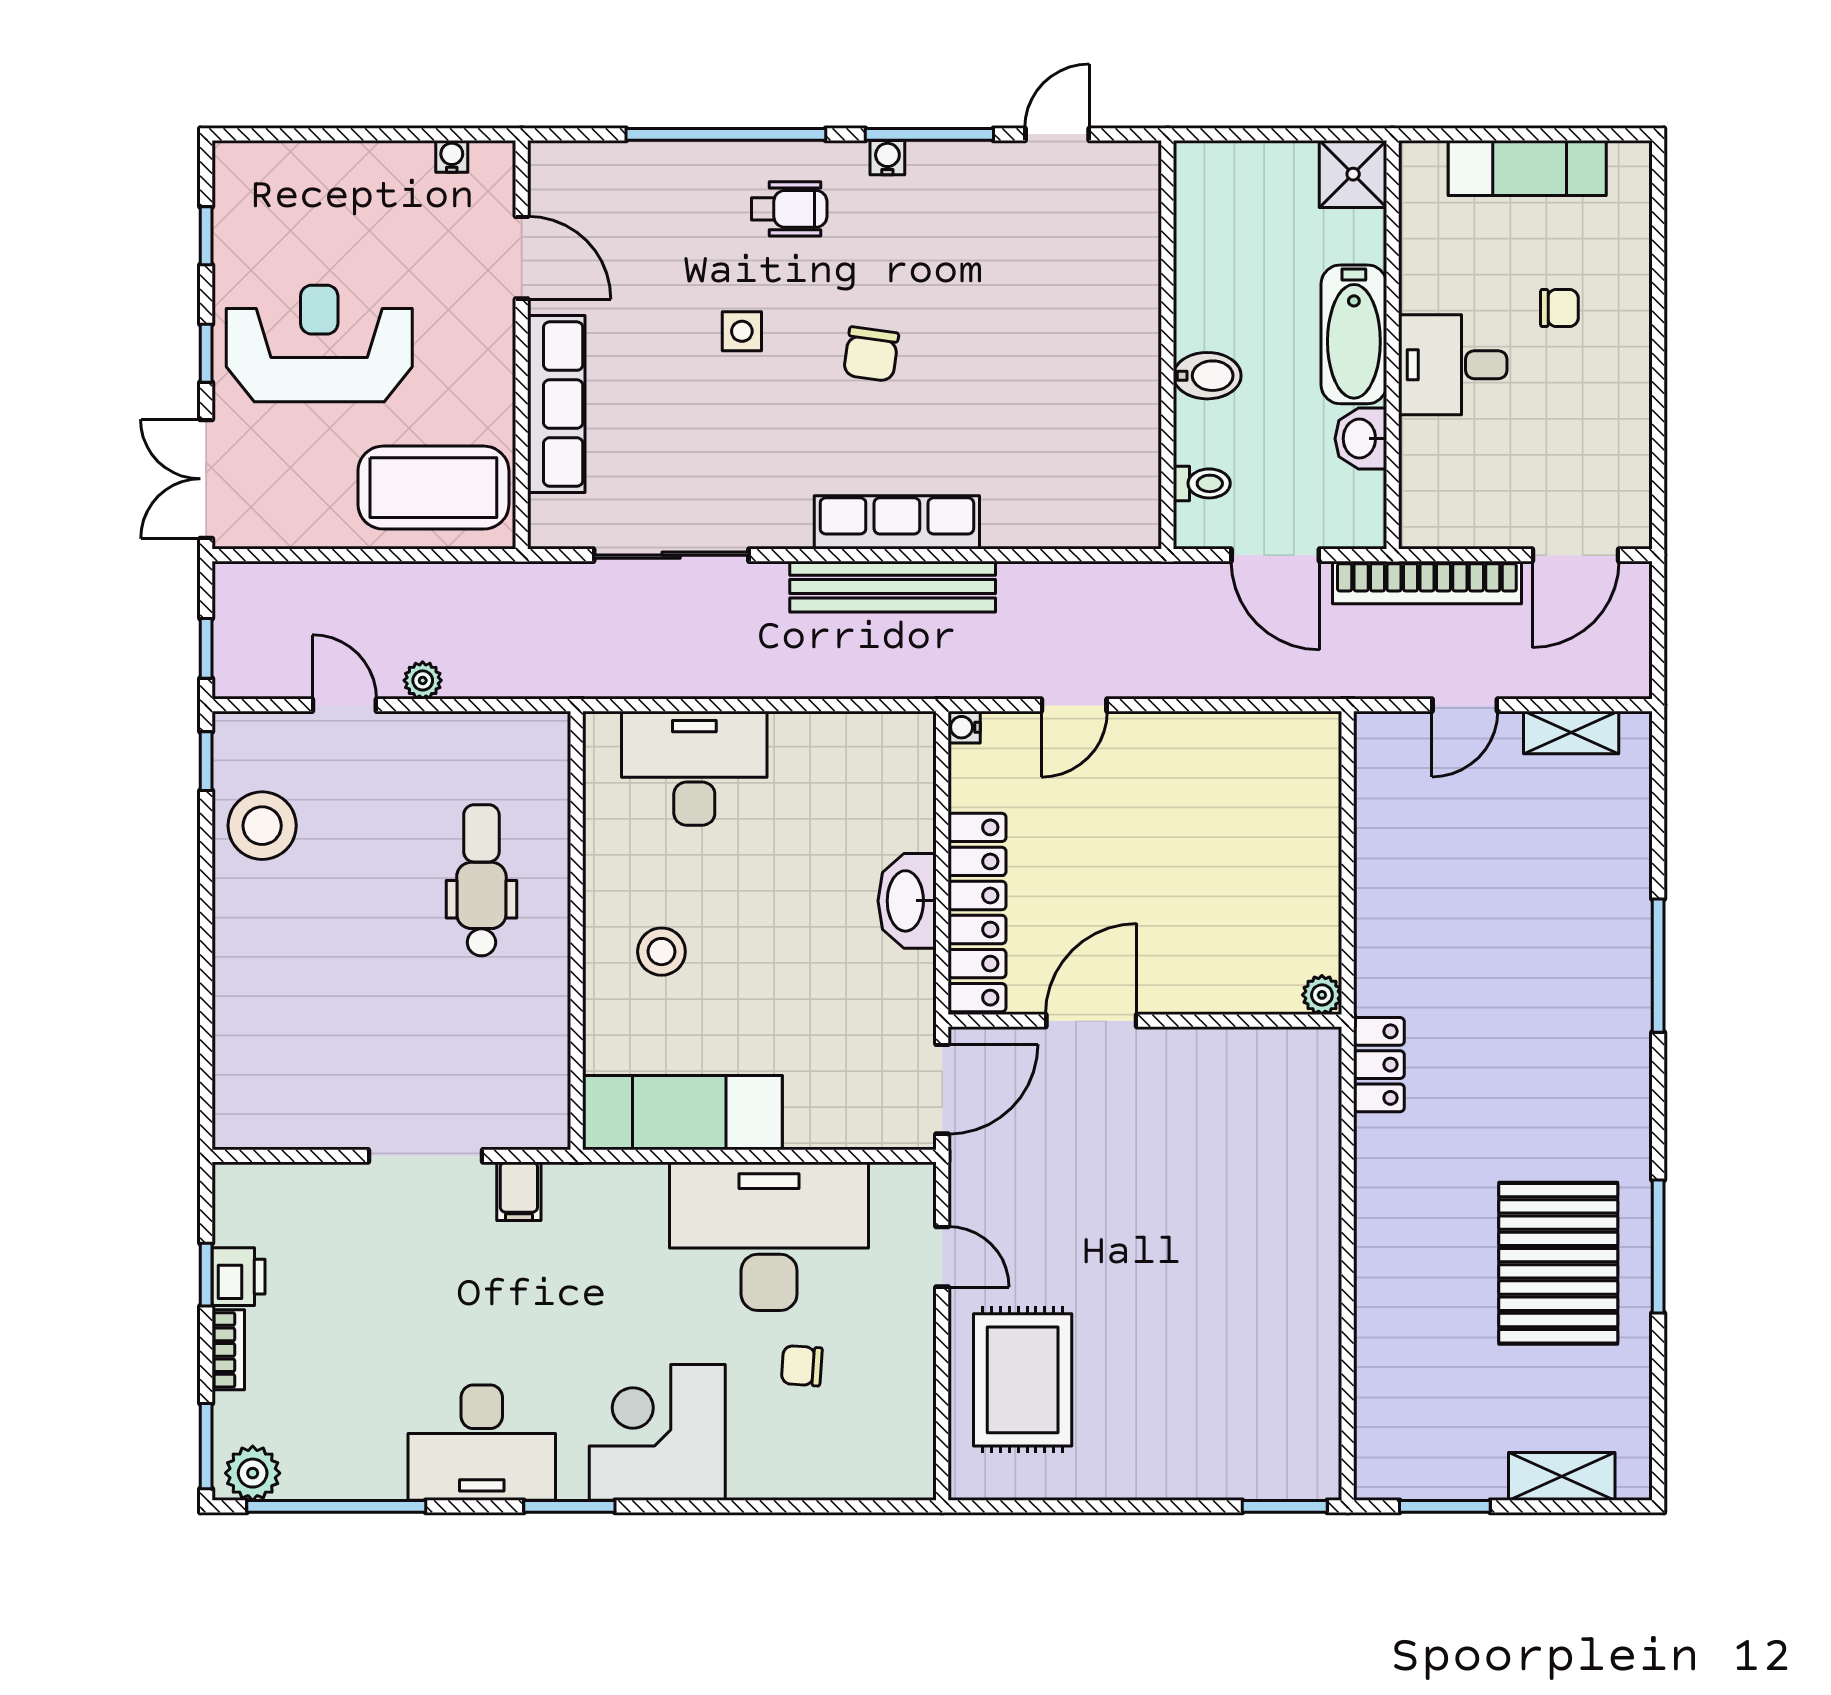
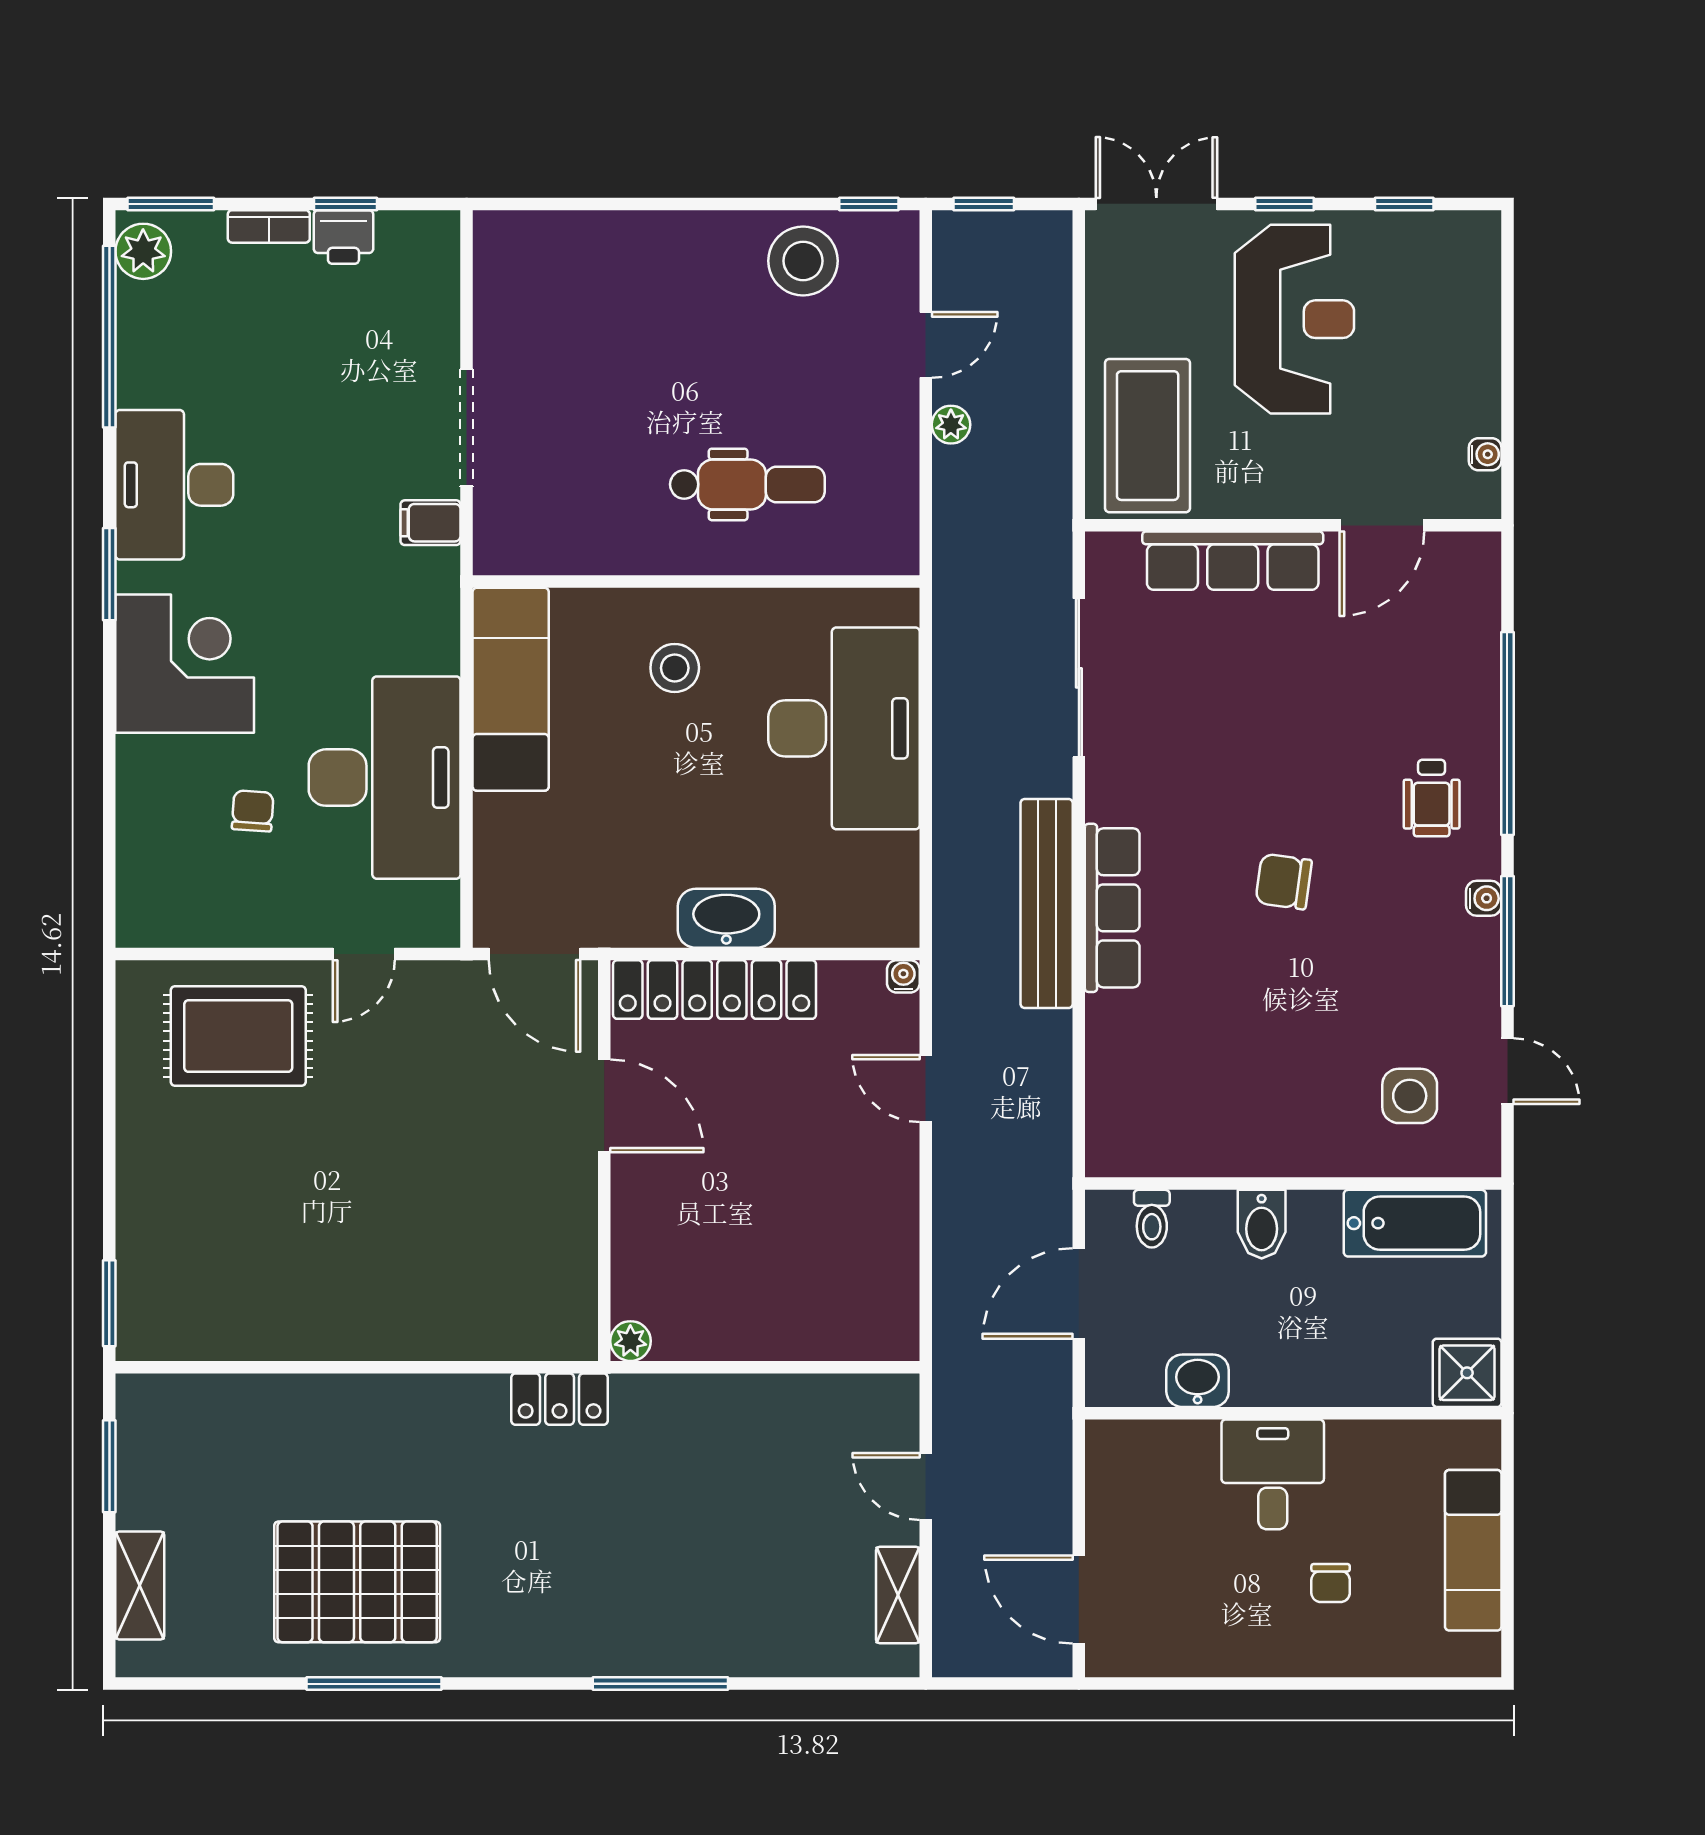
side table: (742, 331) -> (1410, 1096), moved, width x1.37, depth x1.37
bathtub: (1354, 334) -> (1415, 1223), moved, turned 180
bookcase: (1427, 582) -> (1051, 1448), removed
desk: (694, 768) -> (844, 728), width x1.36, depth x1.30

